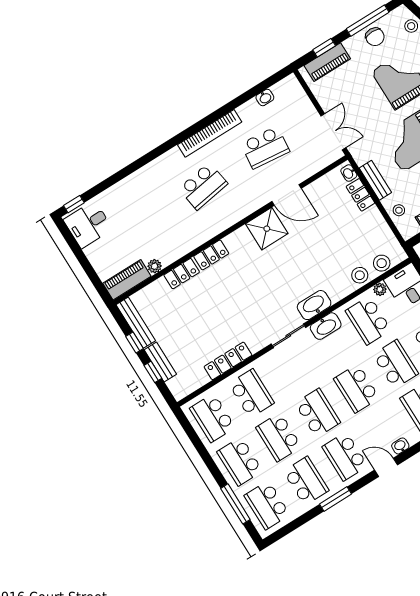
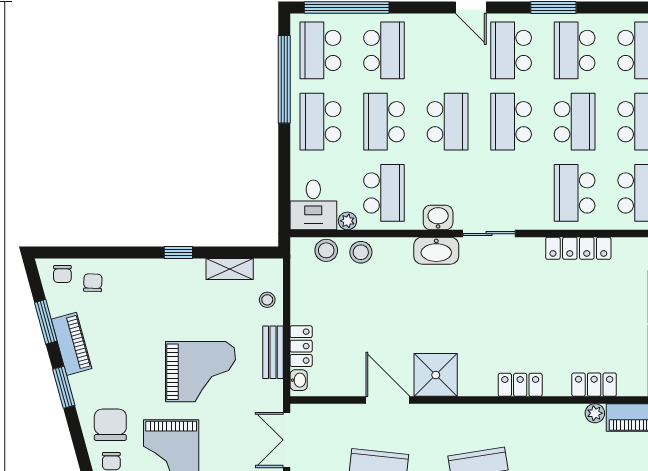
locker: (182, 274) -> (594, 385), moved
washbasin: (326, 326) -> (438, 217), width x0.72
washbasin: (400, 446) -> (438, 22), removed
school desk: (345, 456) -> (511, 50), turned 180

